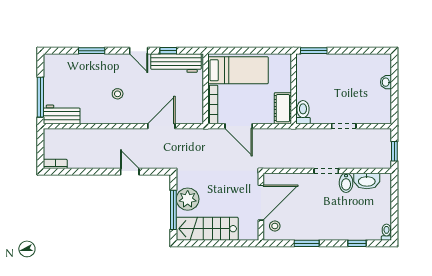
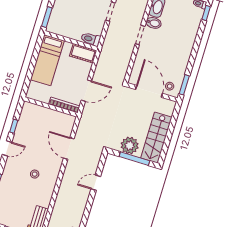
workbench: (176, 63) -> (25, 123), removed
bed: (238, 70) -> (47, 60), moved, turned 180
window: (307, 243) -> (184, 85), moved
window: (357, 243) -> (206, 13), moved

